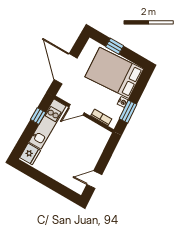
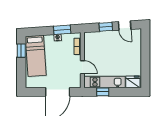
window: (115, 46) -> (21, 51), moved
bed: (114, 73) -> (36, 56), width x0.67
window: (105, 159) -> (106, 27), added

